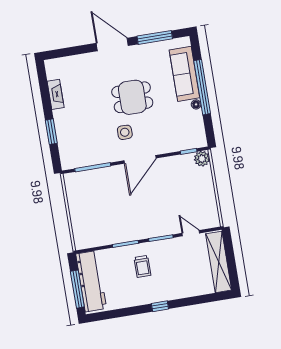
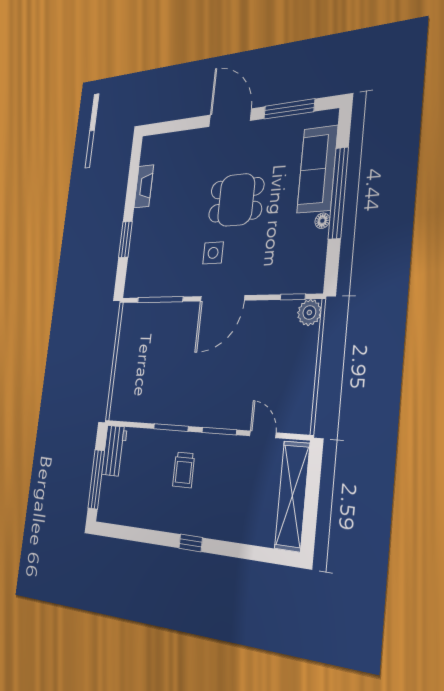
workbench: (91, 281) -> (114, 451), width x0.53, depth x0.76

